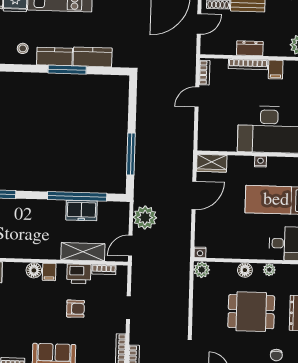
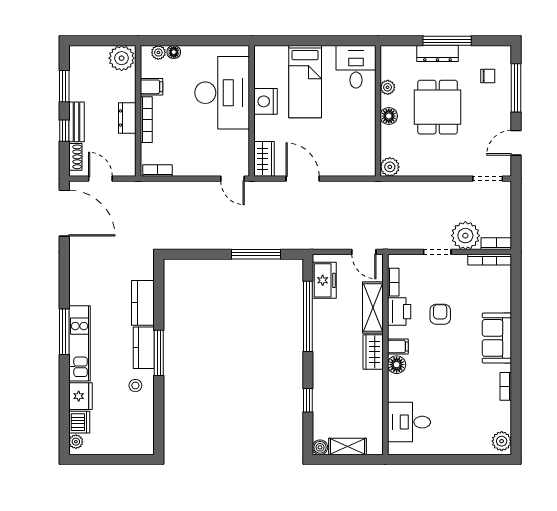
window: (67, 70) -> (159, 353), moved
door: (197, 97) -> (233, 179), moved
nightstand: (261, 162) -> (266, 101), width x1.89, depth x1.79
freezer: (81, 210) -> (324, 280), moved
plant: (145, 218) -> (465, 236), moved
wardrobe: (45, 251) -> (373, 352), added
nightstand: (200, 252) -> (369, 170), removed

